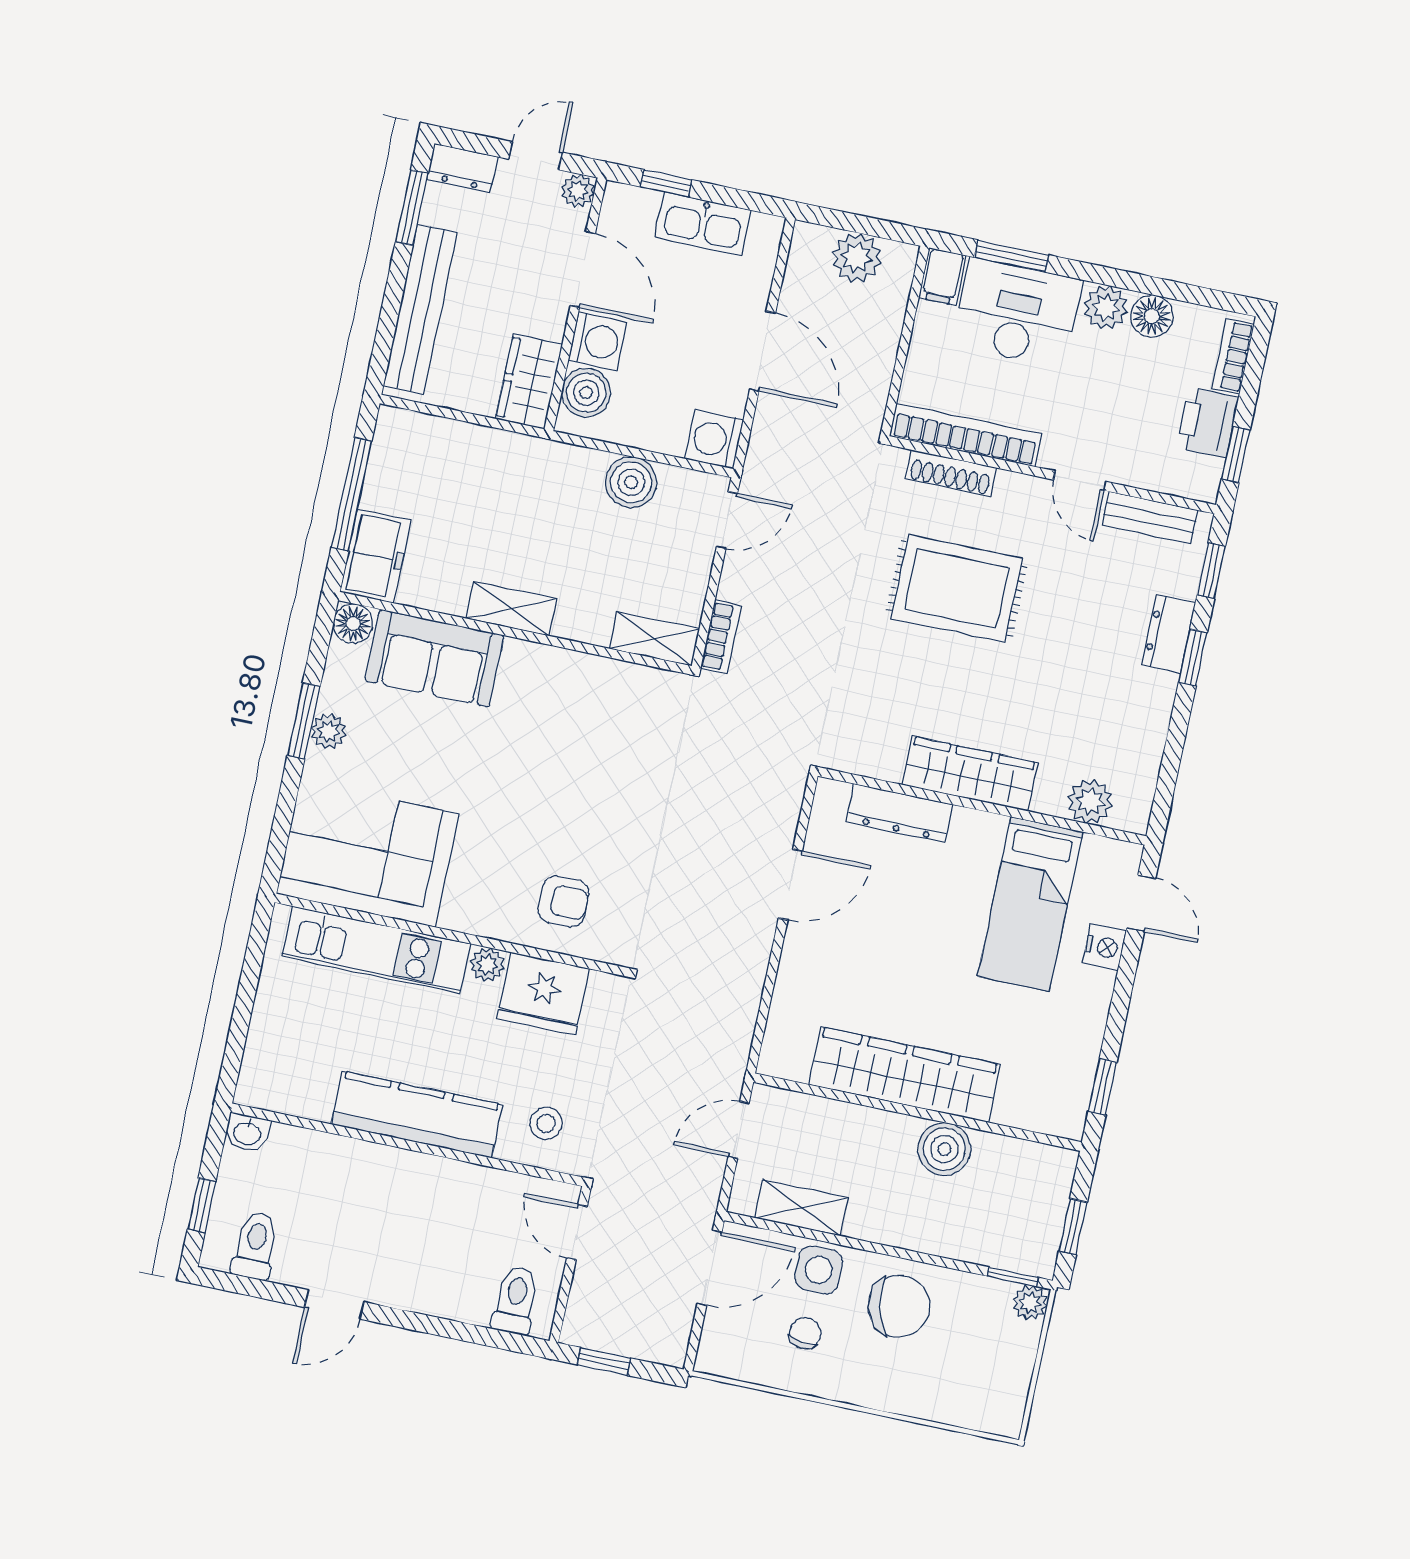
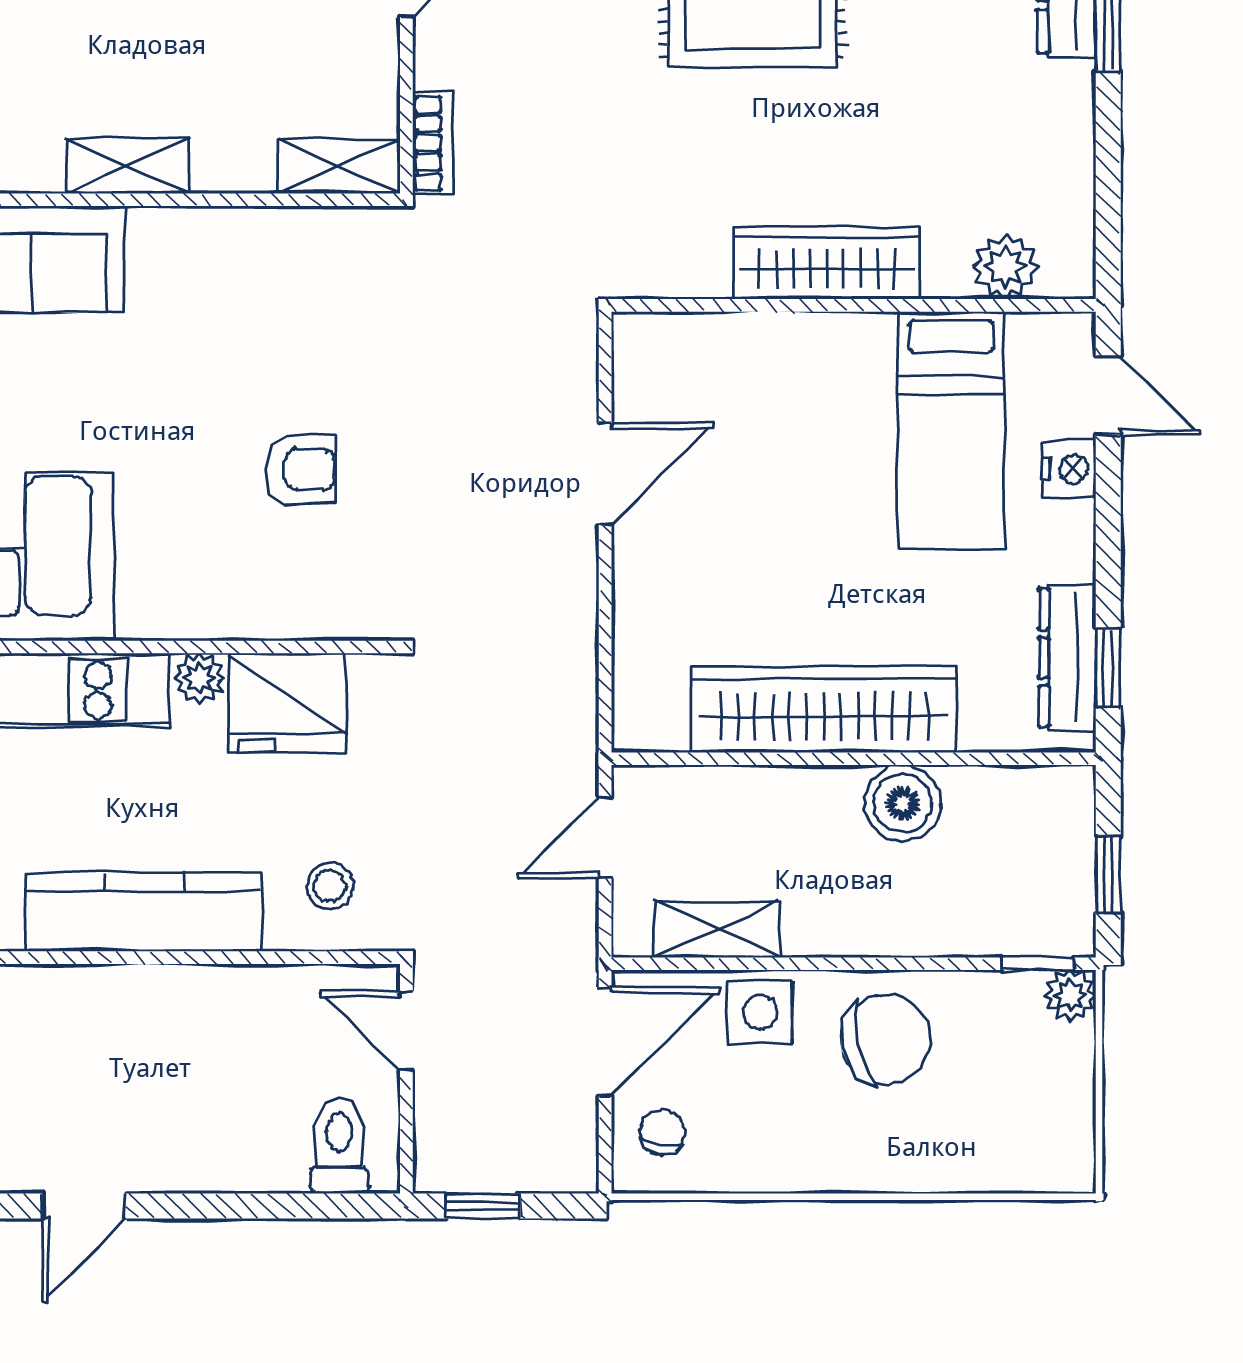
dresser: (899, 813) -> (1067, 658), moved, turned 90
armchair: (563, 901) -> (300, 469), moved
chair: (805, 1333) -> (662, 1132), moved

